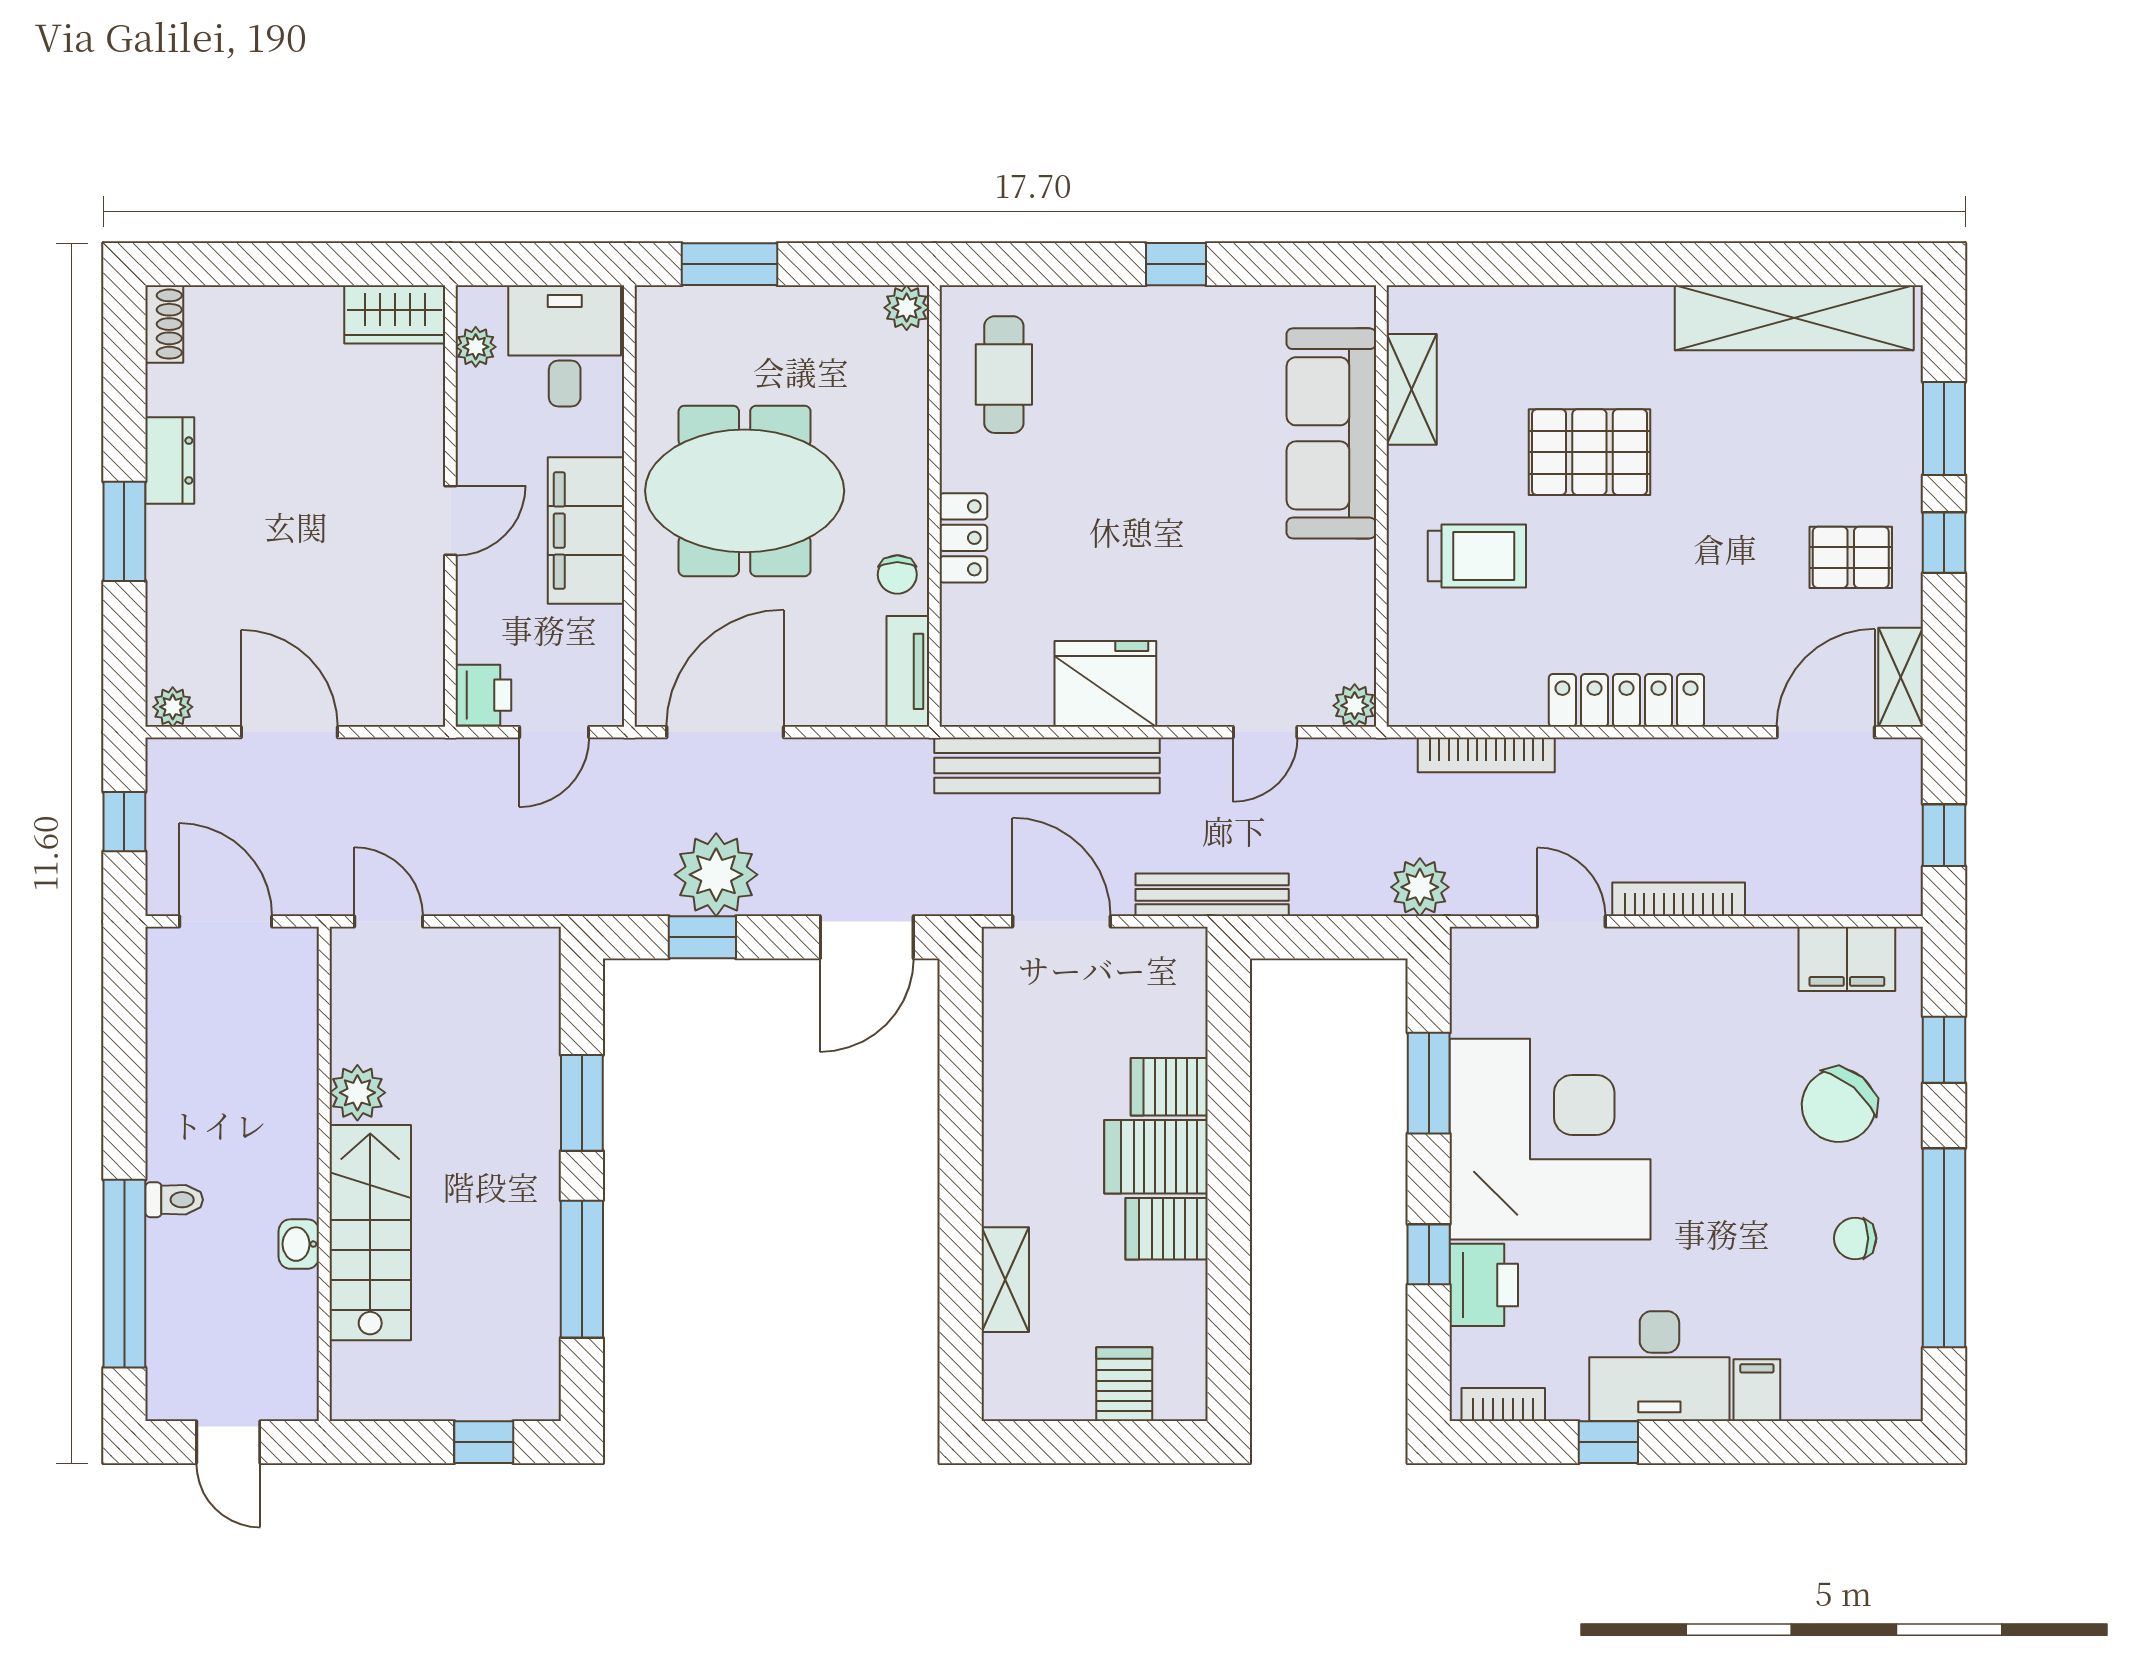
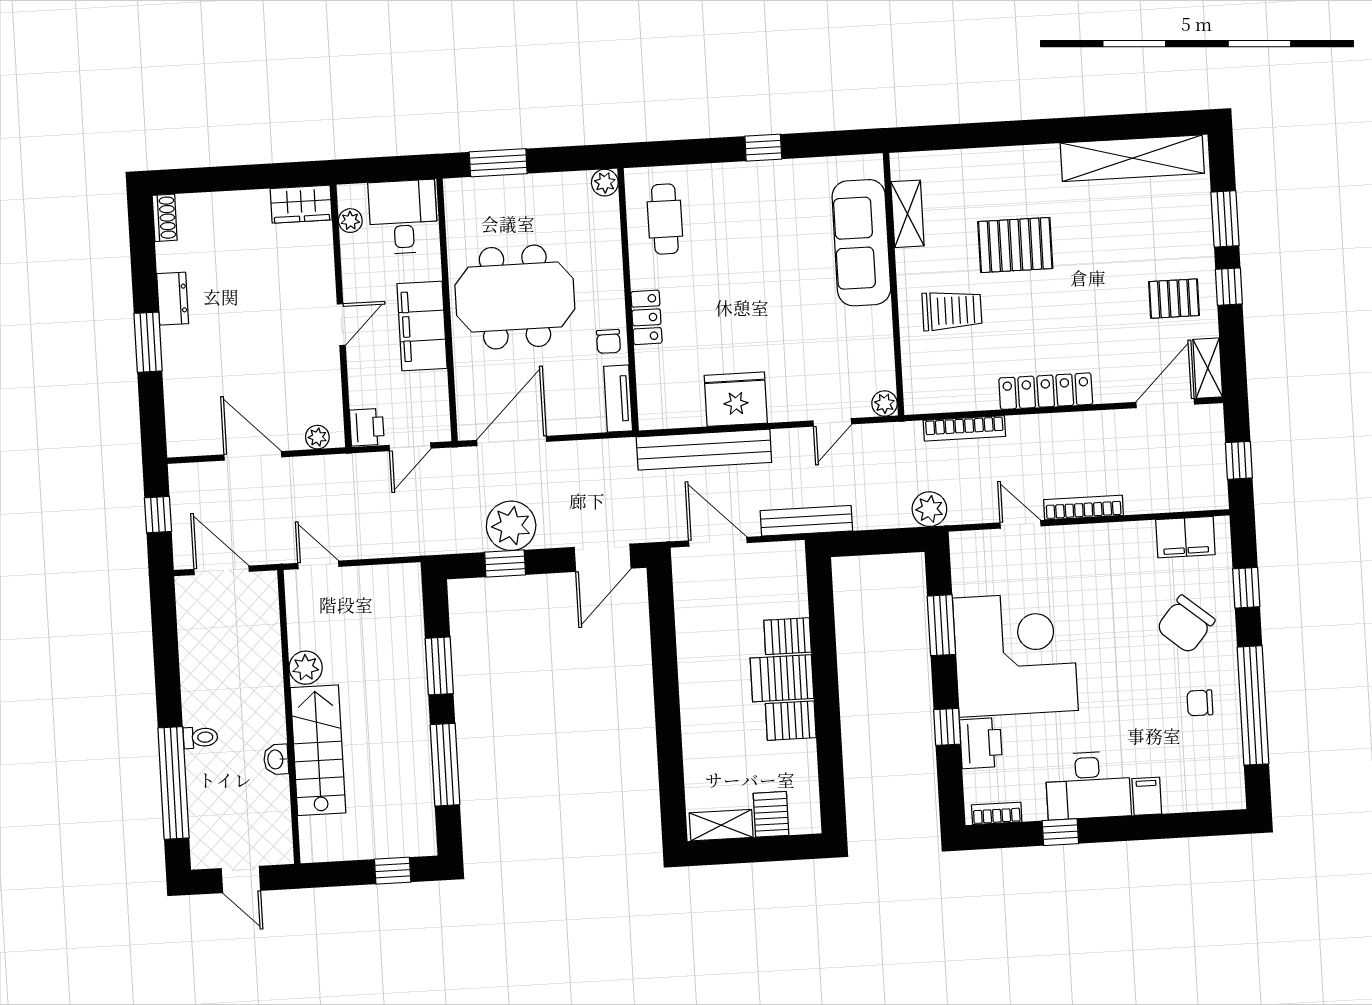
plant: (173, 707) -> (317, 437), moved
shelving: (1005, 1280) -> (721, 825), moved, turned 90

